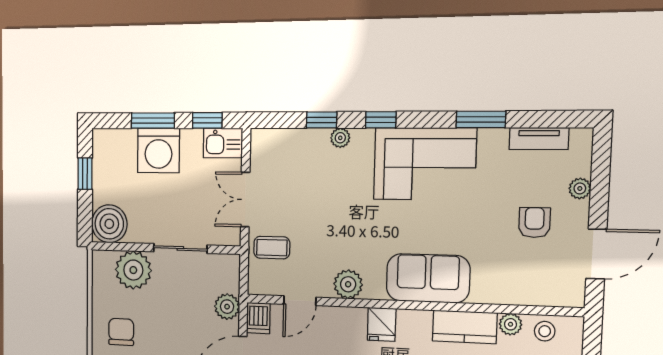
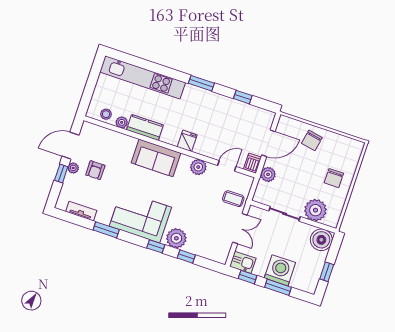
plant: (340, 138) -> (176, 238), width x1.88, depth x1.88
plant: (580, 188) -> (73, 168), moved
window: (599, 196) -> (61, 173), added

